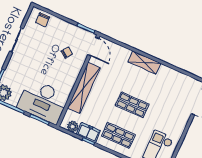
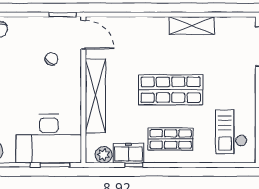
shelving: (144, 62) -> (192, 26), moved
shop shelf: (132, 105) -> (171, 90), width x1.43, depth x1.36

